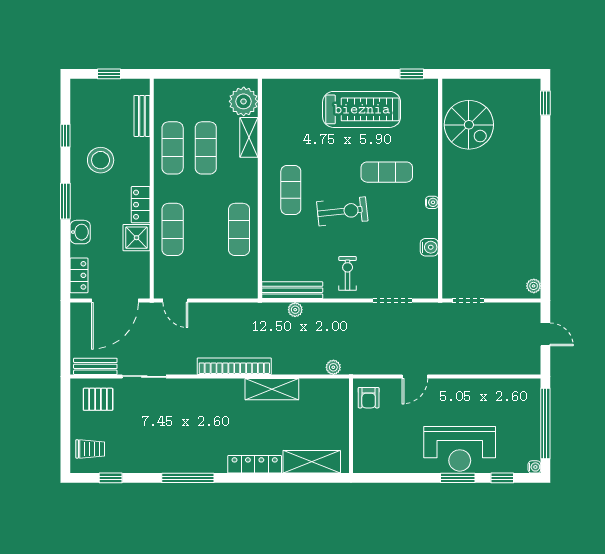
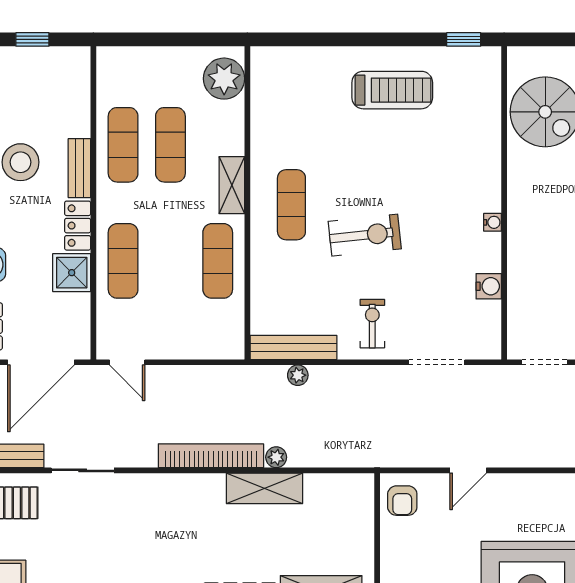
treadmill: (362, 109) -> (392, 90), width x0.73, depth x0.73
bench: (142, 116) -> (79, 168), moved
shelving: (249, 137) -> (232, 185), moved
exercise mat: (387, 172) -> (428, 179), removed
plant: (333, 367) -> (276, 457), moved

